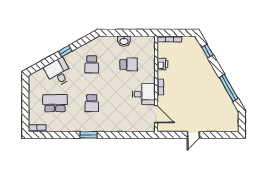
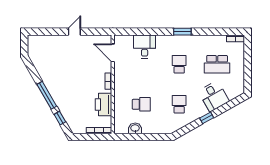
washbasin: (124, 41) -> (135, 128), moved
school desk: (128, 64) -> (141, 104), turned 180
printer: (162, 64) -> (104, 105), width x1.87, depth x1.48
window: (229, 88) -> (47, 95), moved
desk: (144, 94) -> (145, 46), moved, turned 90

